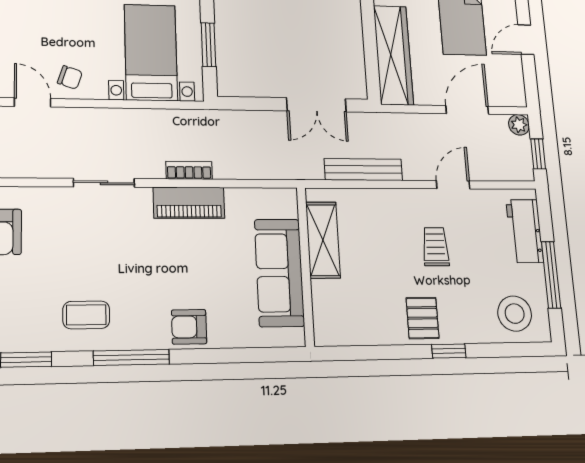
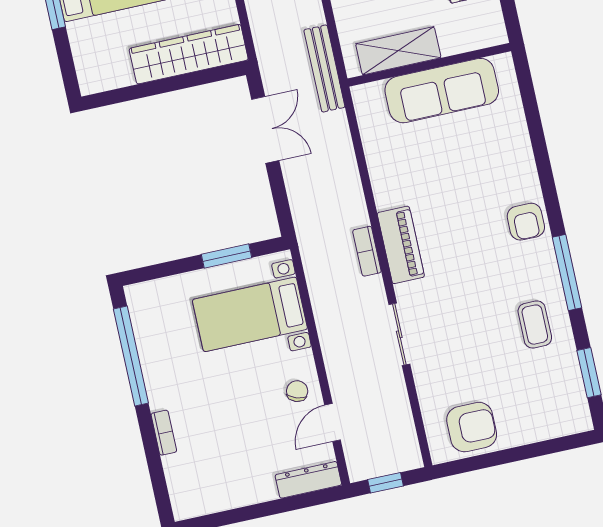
shelving: (323, 240) -> (398, 51), moved
wall: (305, 266) -> (429, 65), moved
sofa: (279, 273) -> (442, 91), moved

